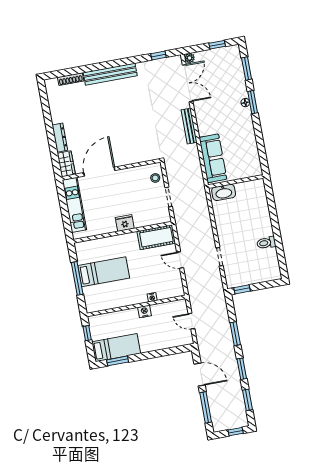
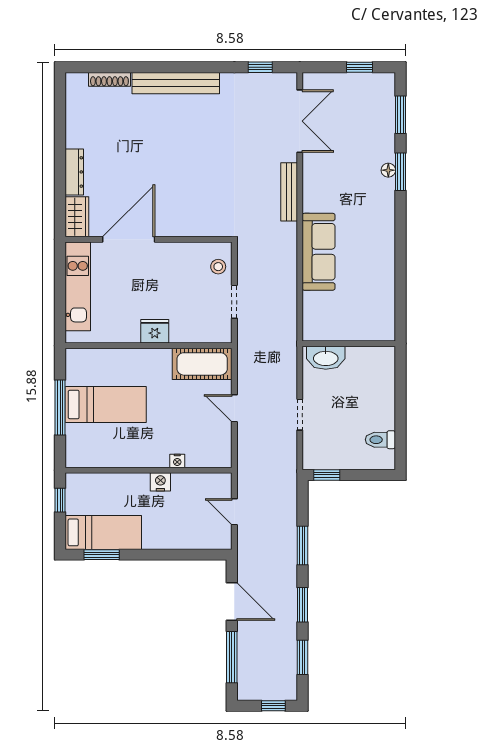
plant: (190, 58) -> (310, 80), removed
wall: (236, 182) -> (349, 344), moved
washbasin: (224, 192) -> (326, 358), moved
toilet: (266, 243) -> (380, 440), moved

